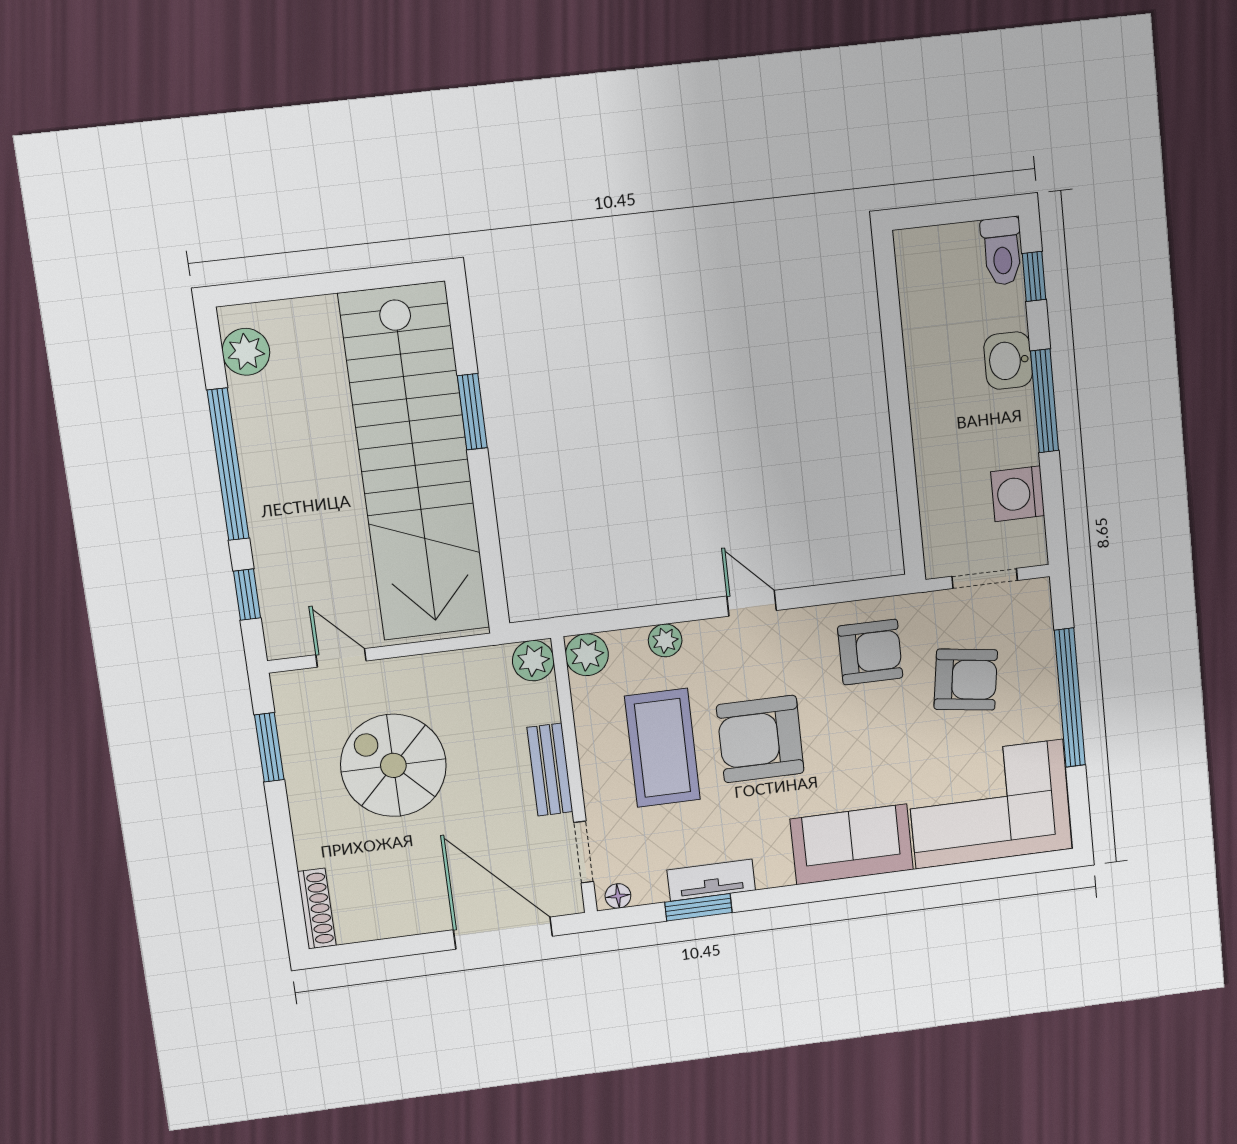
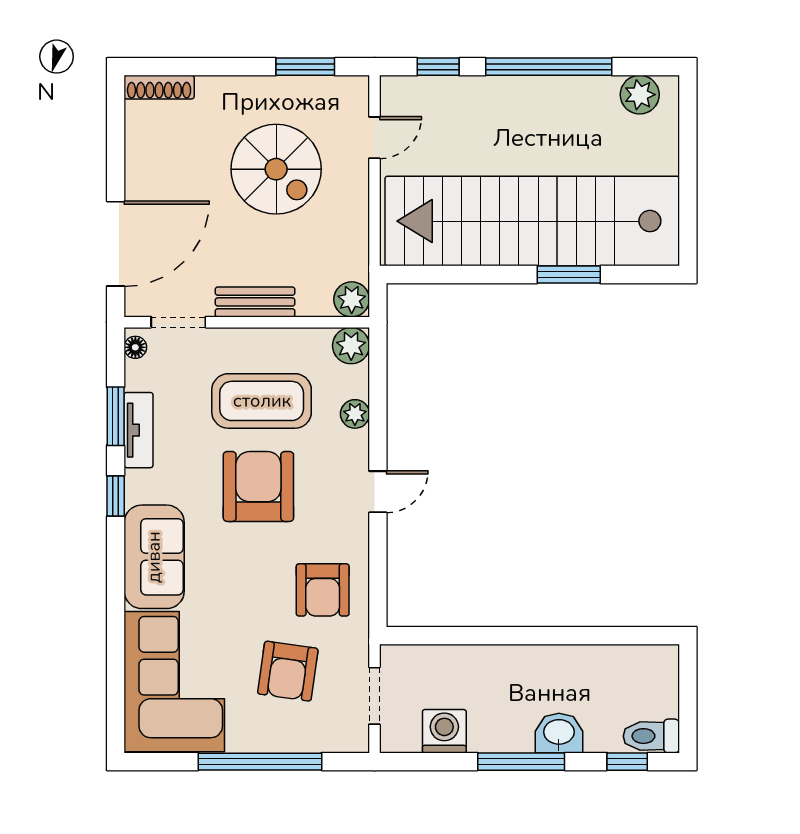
spiral stairs: (393, 765) -> (276, 169), turned 90
window: (788, 895) -> (116, 496), added

